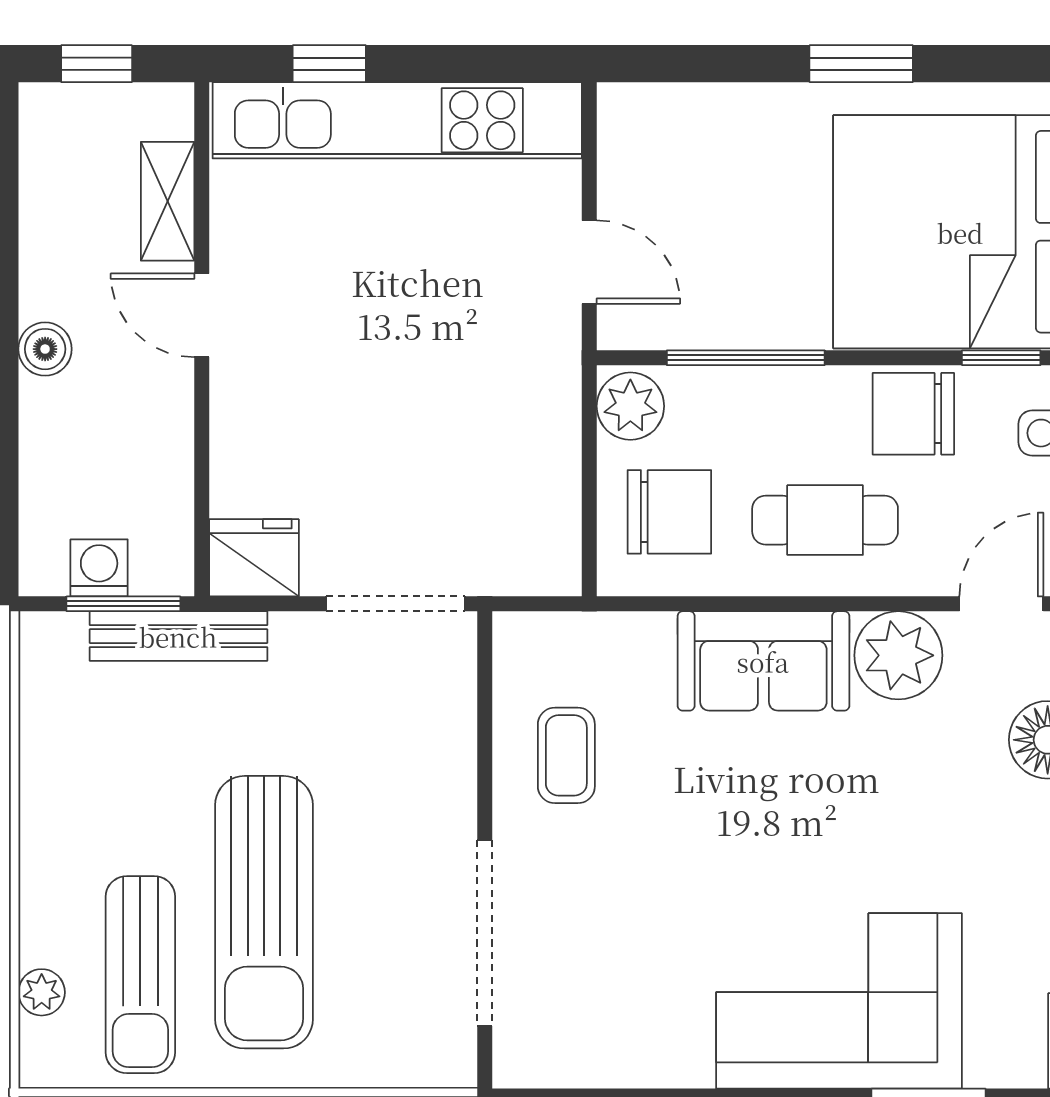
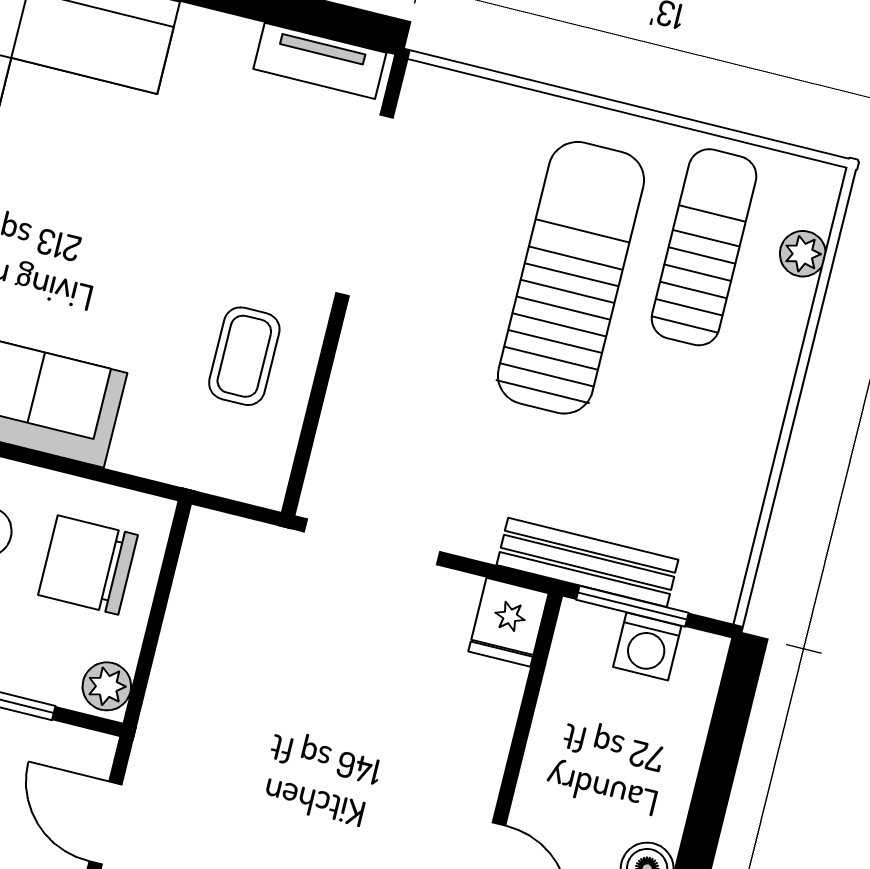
plant: (630, 406) -> (107, 686), width x0.73, depth x0.73
fridge: (254, 558) -> (509, 622), width x0.72
tv unit: (564, 1064) -> (320, 61), added

